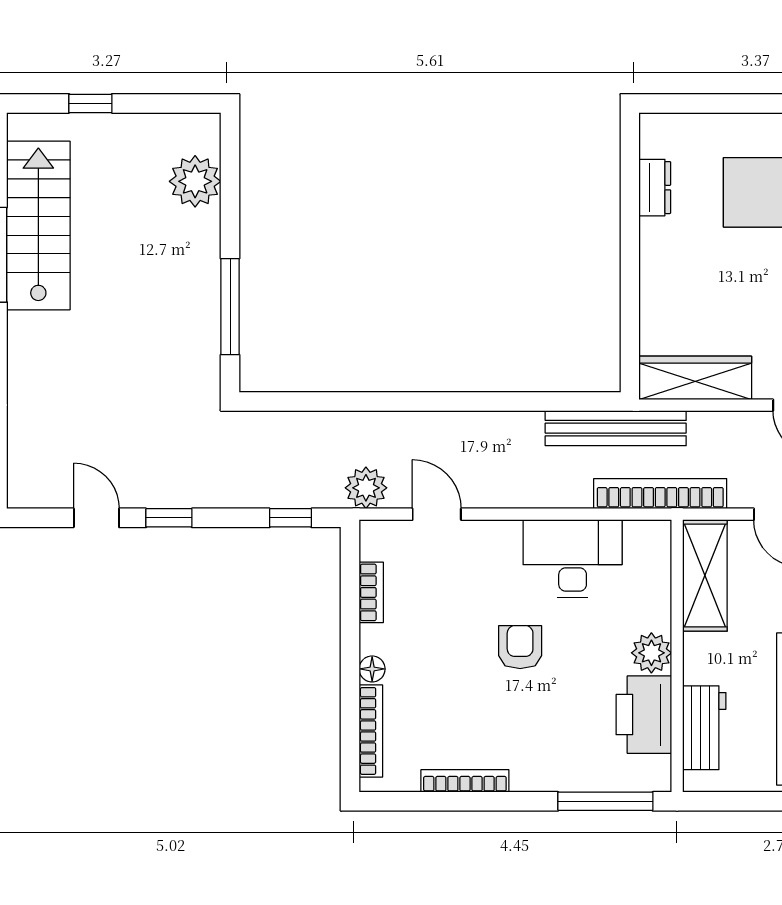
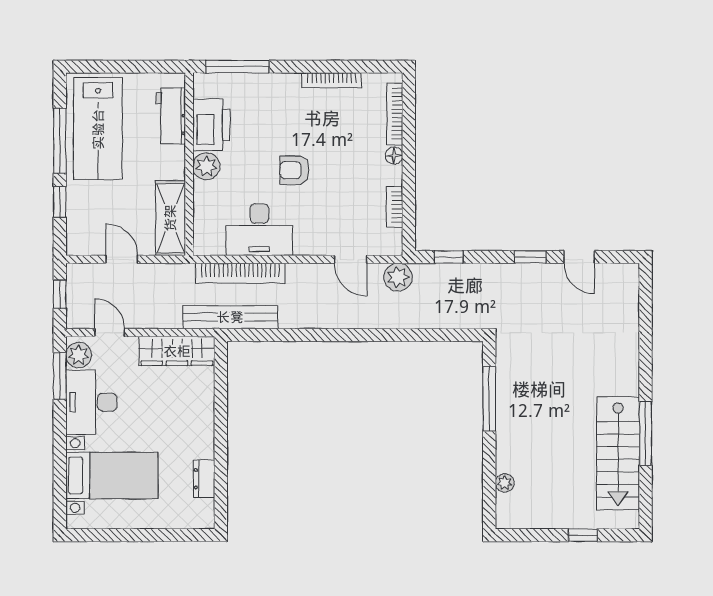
plant: (195, 181) -> (505, 483), width x0.53, depth x0.53
bookcase: (660, 494) -> (240, 273), moved
armchair: (520, 647) -> (295, 170), turned 90

